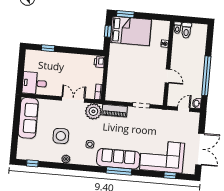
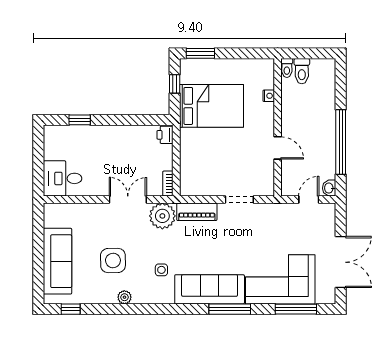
bed: (131, 31) -> (212, 106), moved
sofa: (28, 118) -> (58, 261), moved
window: (119, 171) -> (230, 309), moved
window: (170, 175) -> (296, 309), width x2.17

